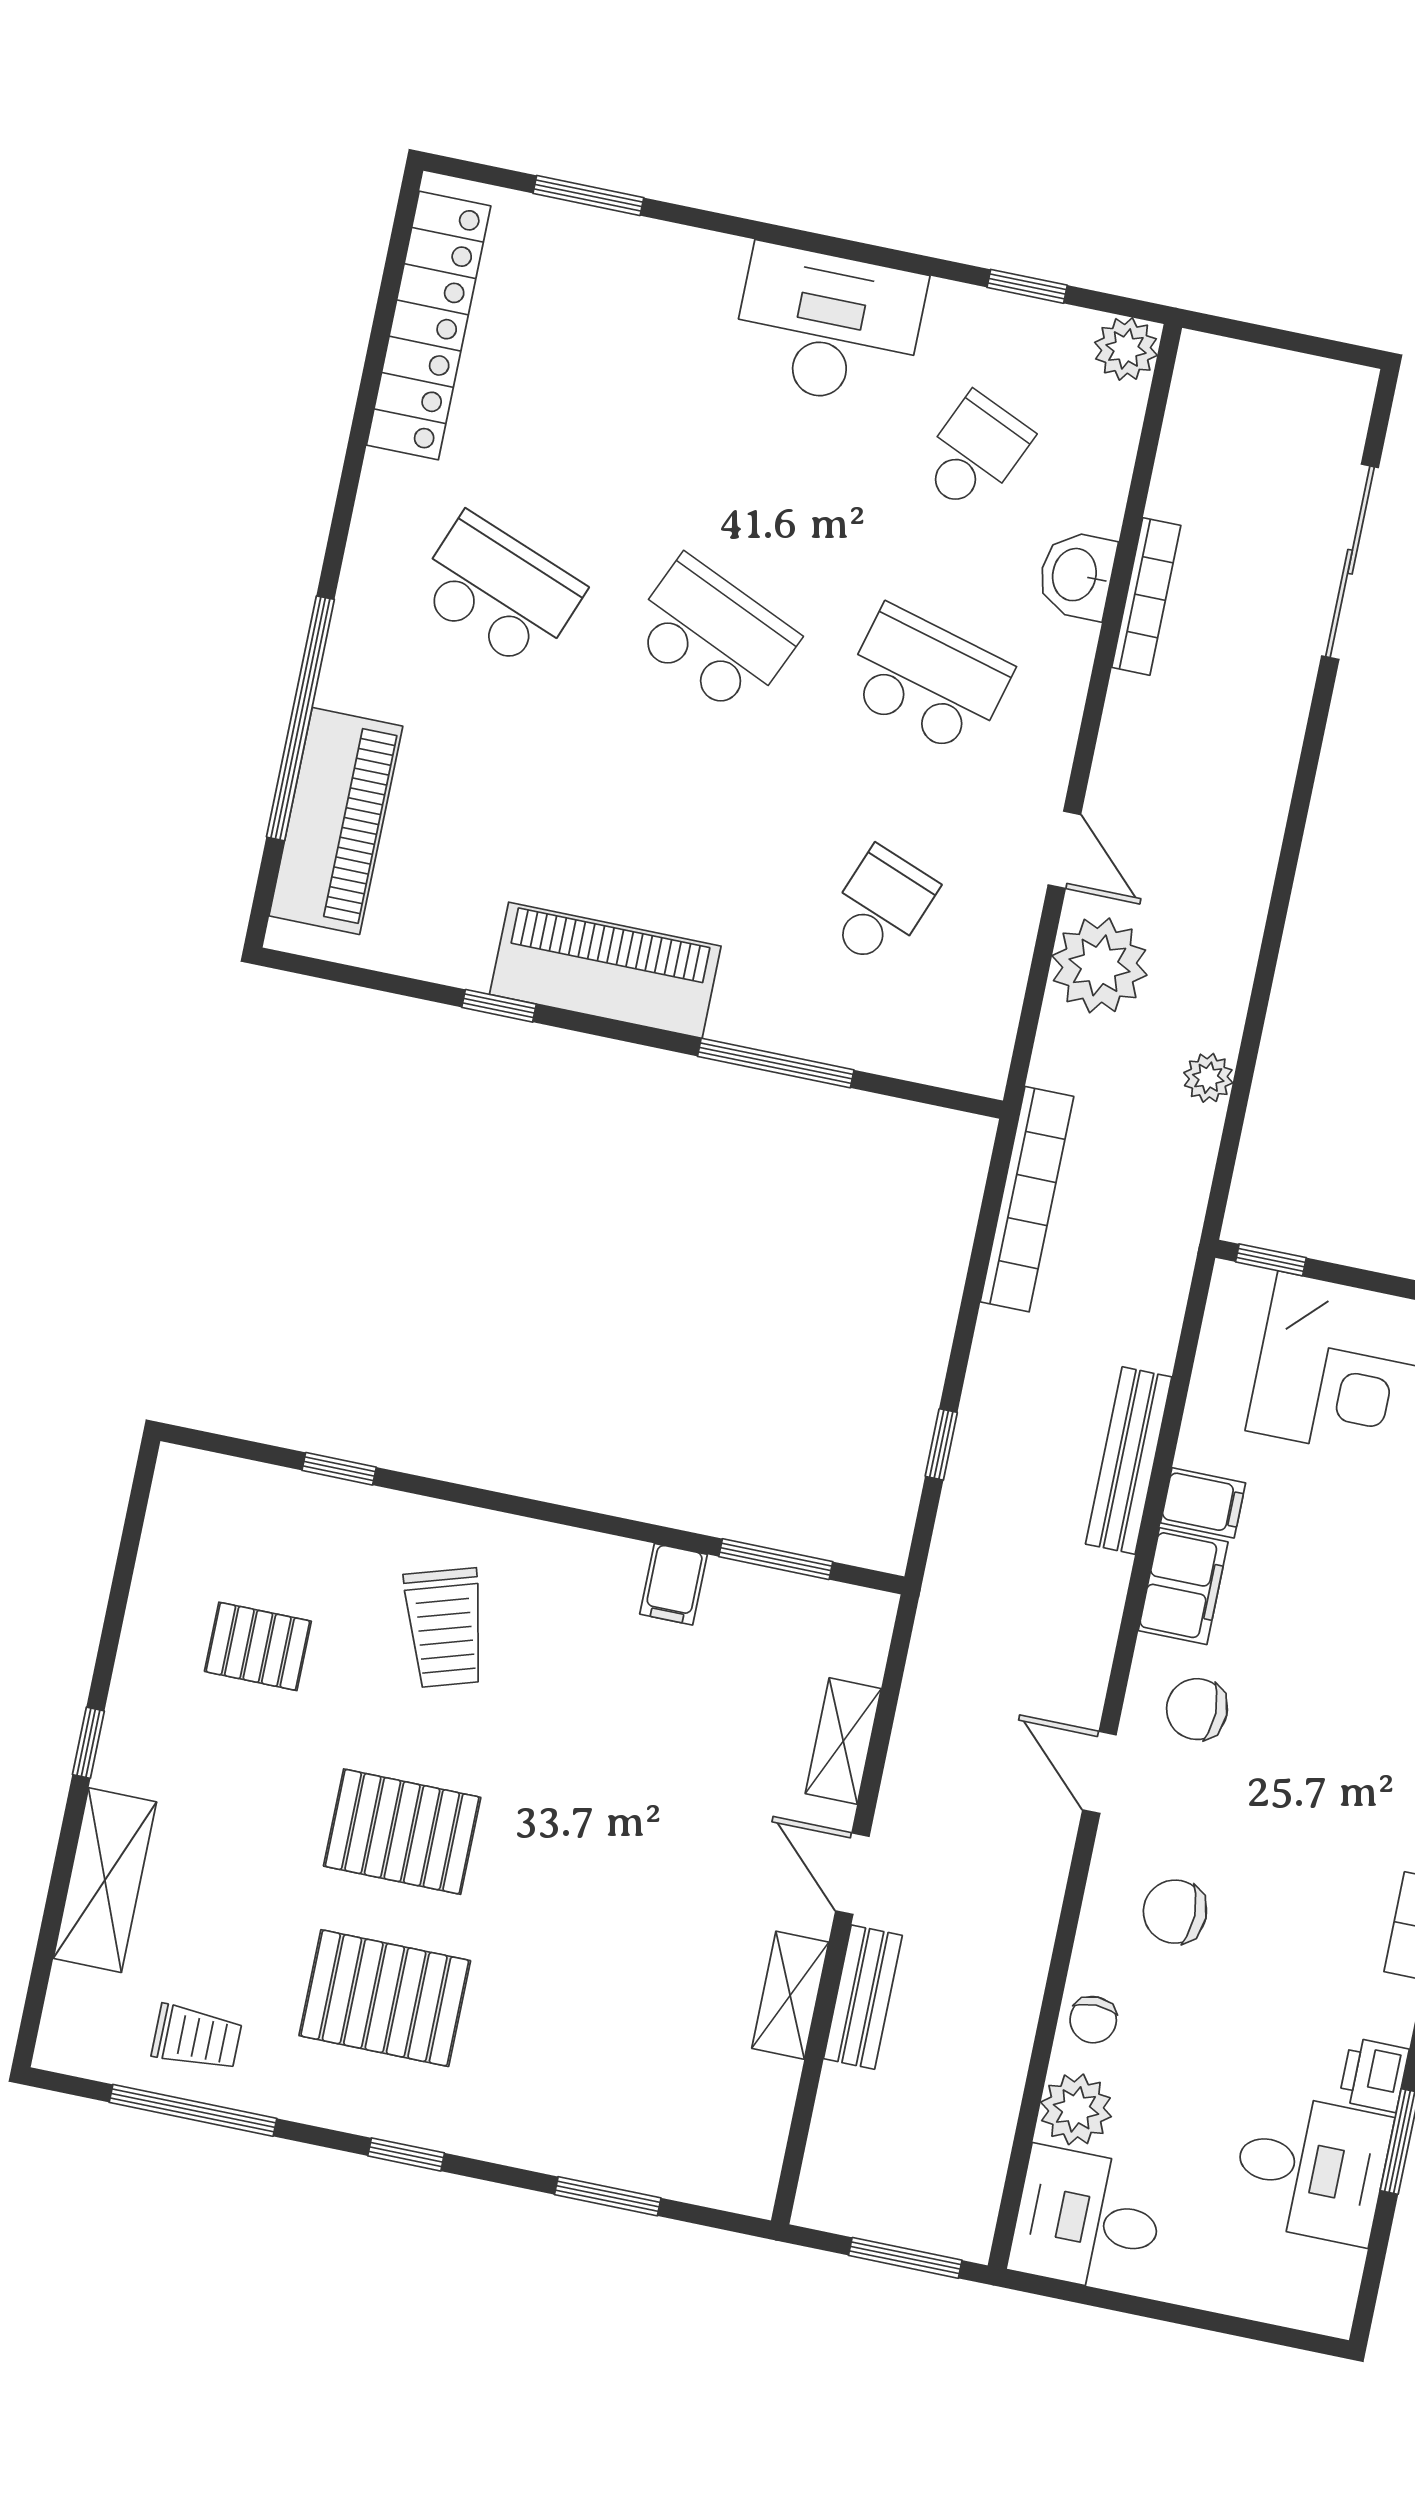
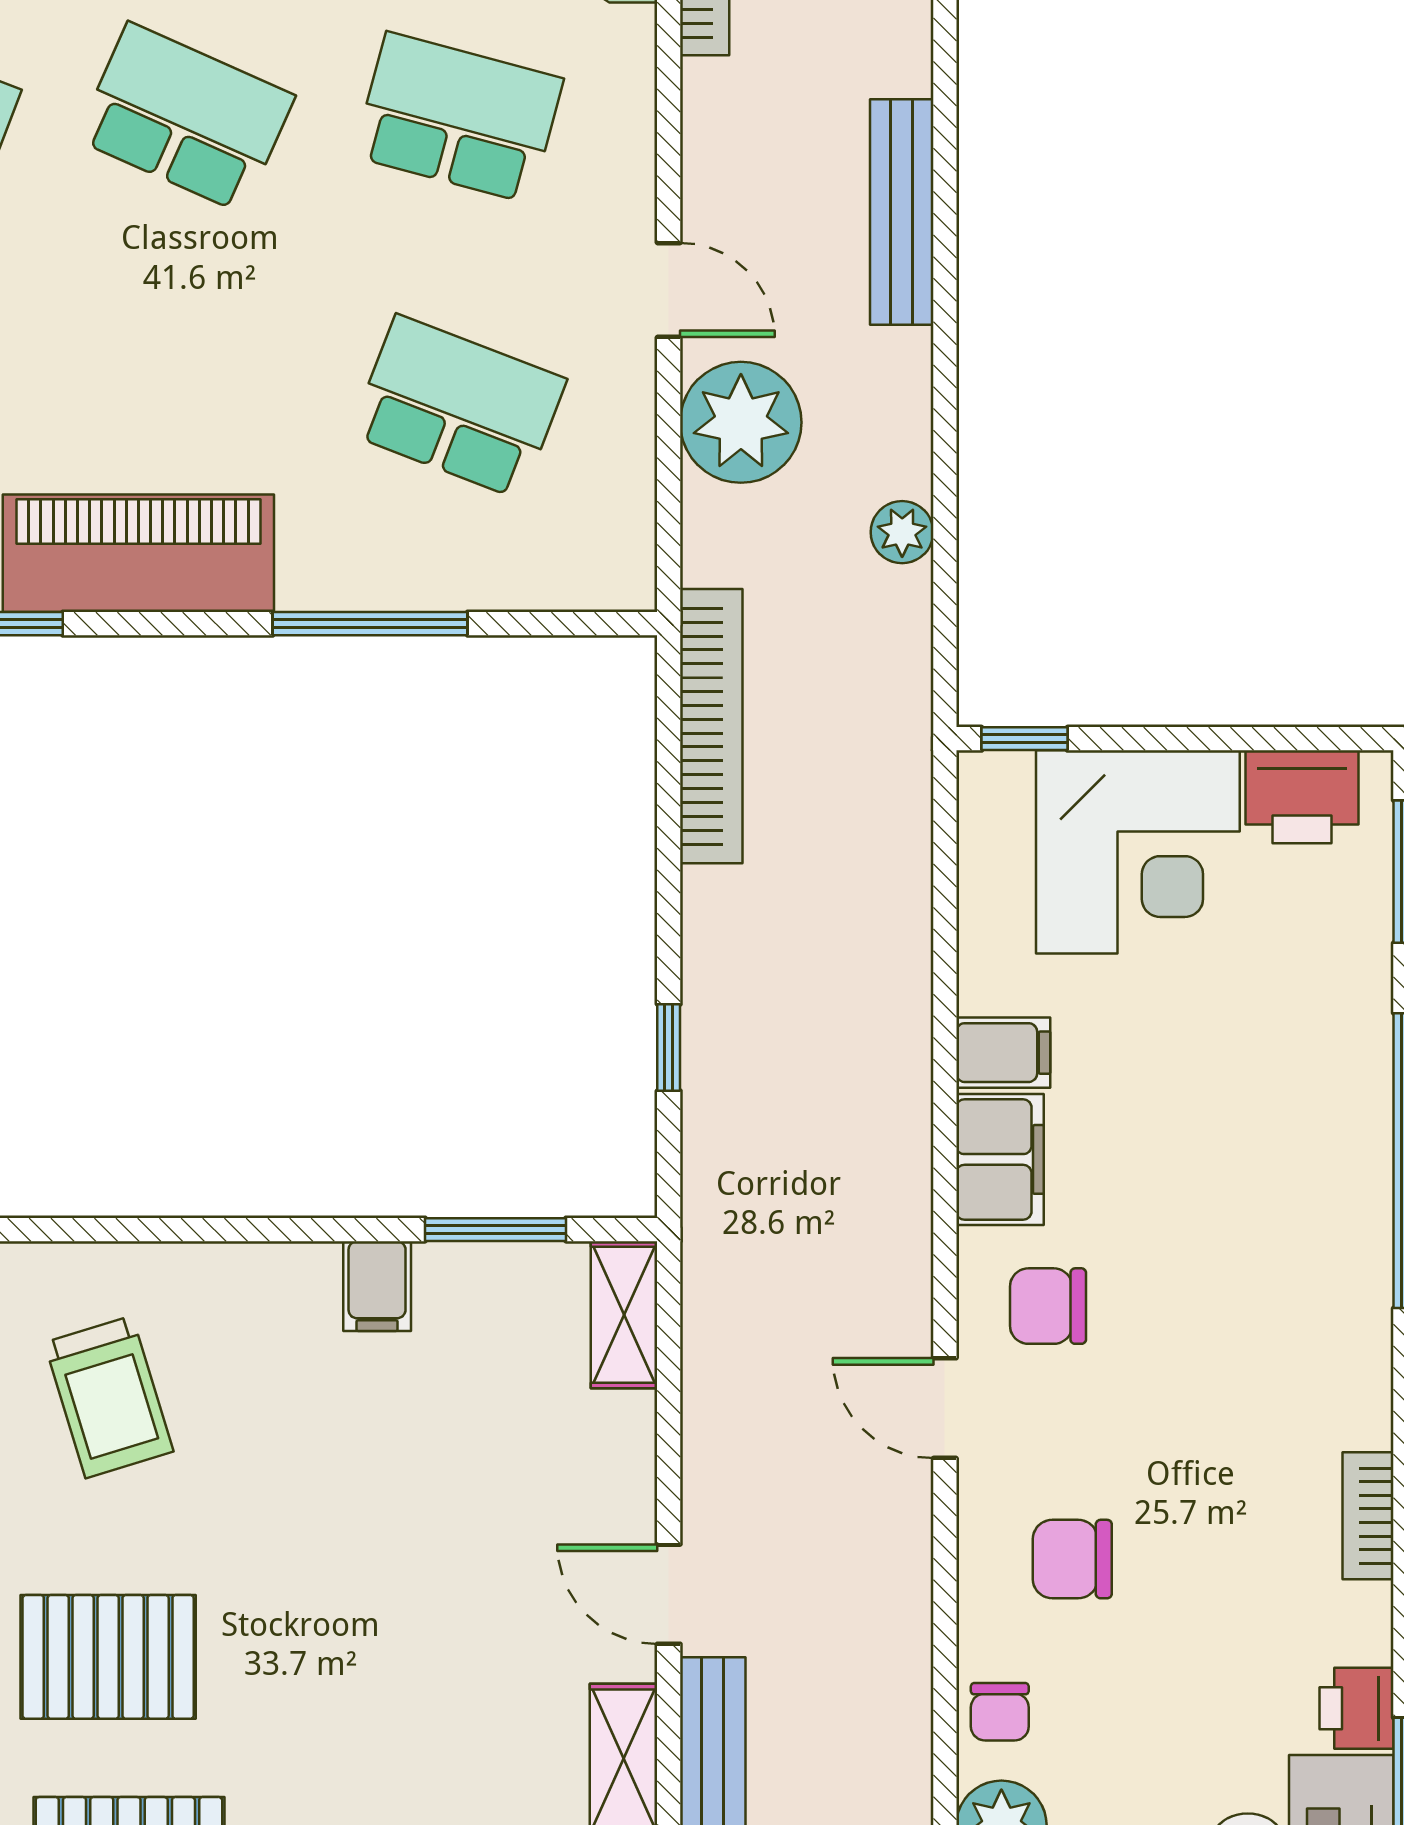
school desk: (880, 907) -> (458, 407), width x1.85
bench: (1129, 1461) -> (902, 212), moved
shelving: (843, 1741) -> (624, 1315), moved

